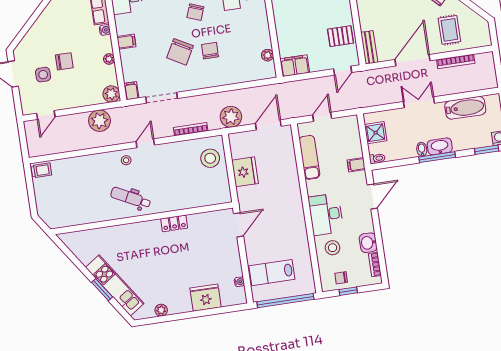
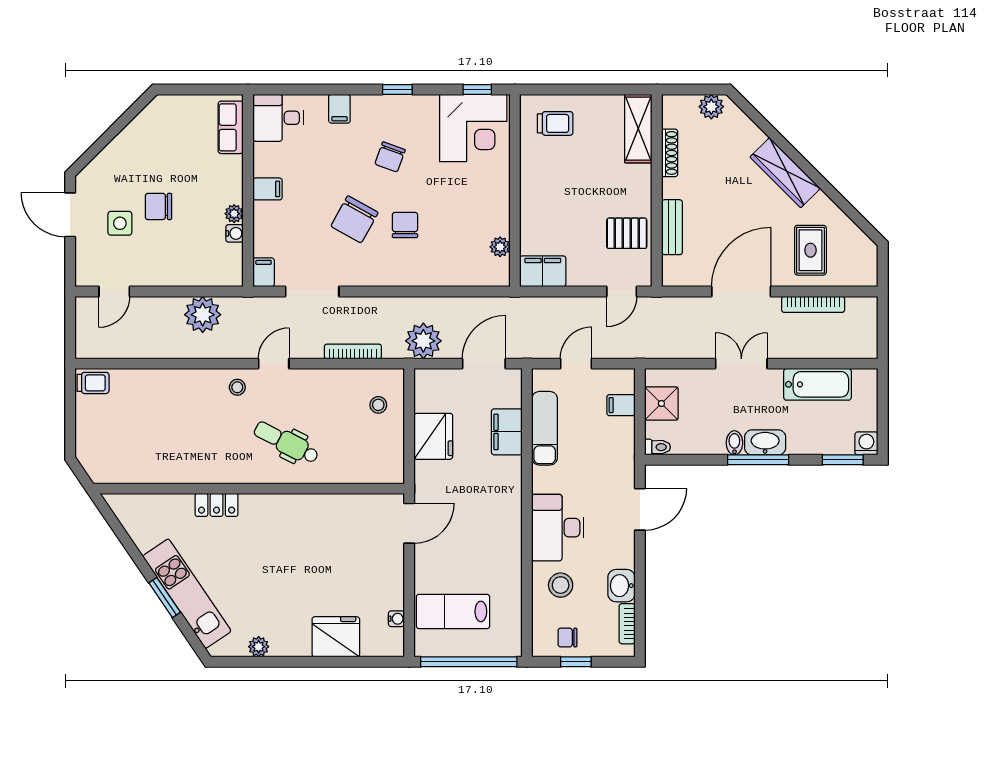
water cooler: (105, 30) -> (234, 233), moved
bench: (369, 47) -> (672, 227), moved
chair: (64, 61) -> (158, 206), turned 180
plant: (111, 94) -> (229, 273), removed
stool: (210, 158) -> (378, 405), width x0.53, depth x0.53
filing cabinet: (288, 163) -> (507, 432), added
filing cabinet: (356, 165) -> (621, 405), moved
dental chair: (131, 198) -> (286, 443), moved
locker: (174, 223) -> (217, 505), moved

